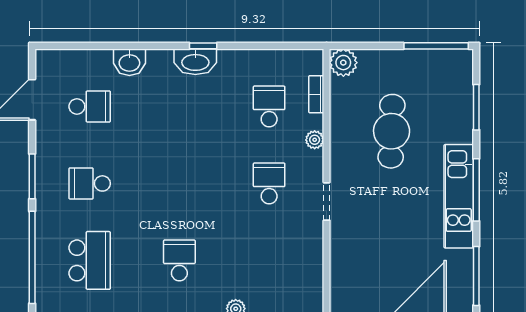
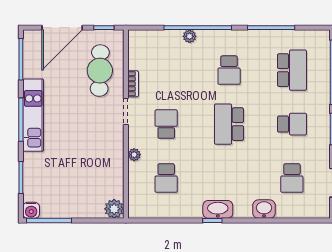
water cooler: (462, 60) -> (31, 210), added
bookcase: (316, 94) -> (133, 84), moved
school desk: (90, 106) -> (292, 178), turned -90
cafe table: (392, 131) -> (100, 71), moved
school desk: (179, 183) -> (229, 124), added
school desk: (269, 183) -> (166, 124), turned 180
school desk: (90, 260) -> (292, 70), turned 180

